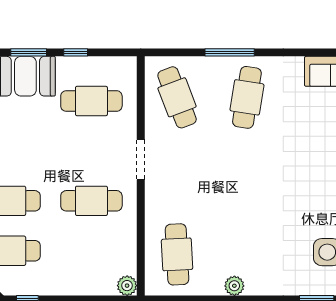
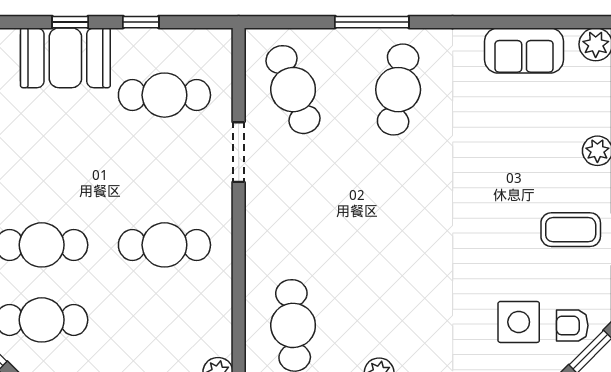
window: (29, 52) -> (70, 22), width x0.67
doorway: (141, 160) -> (239, 152), moved

